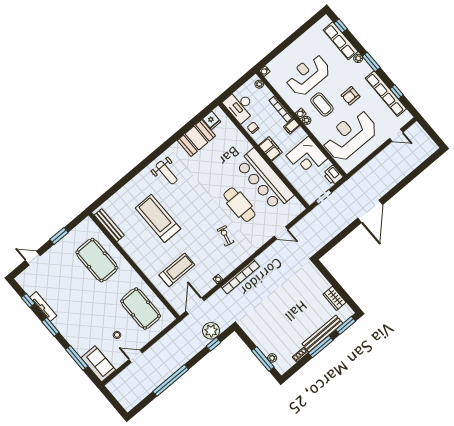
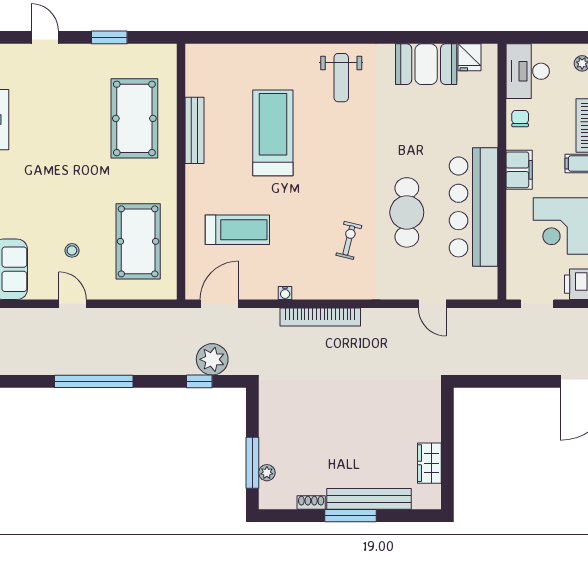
bench: (109, 225) -> (195, 130), moved
window: (346, 325) -> (412, 516), removed

